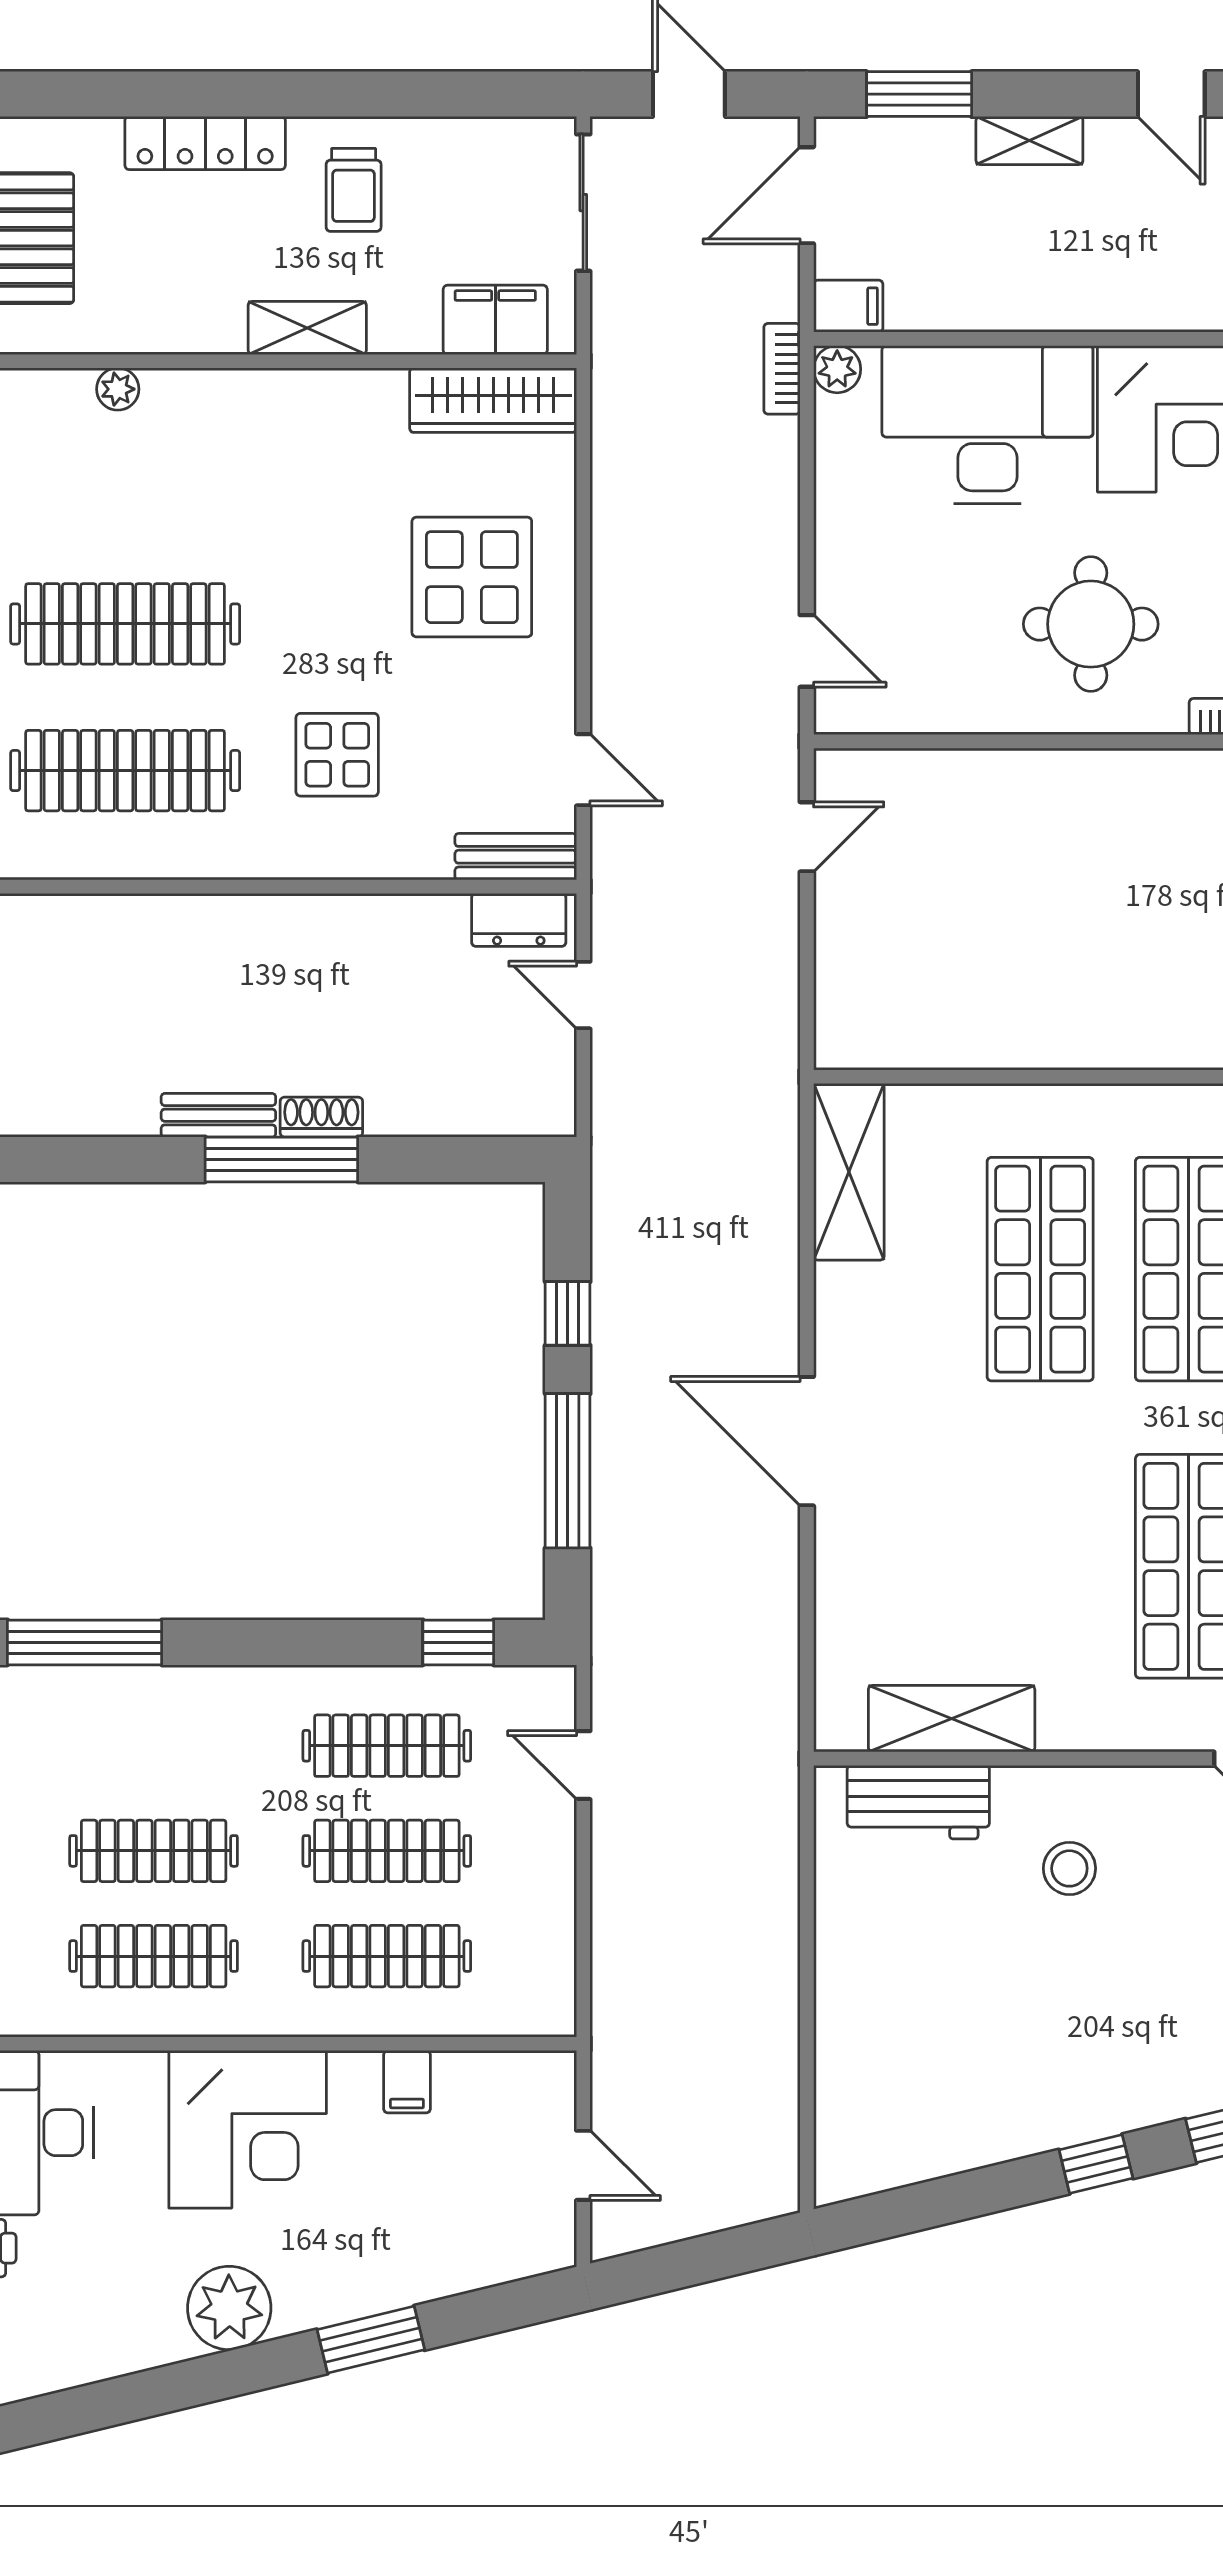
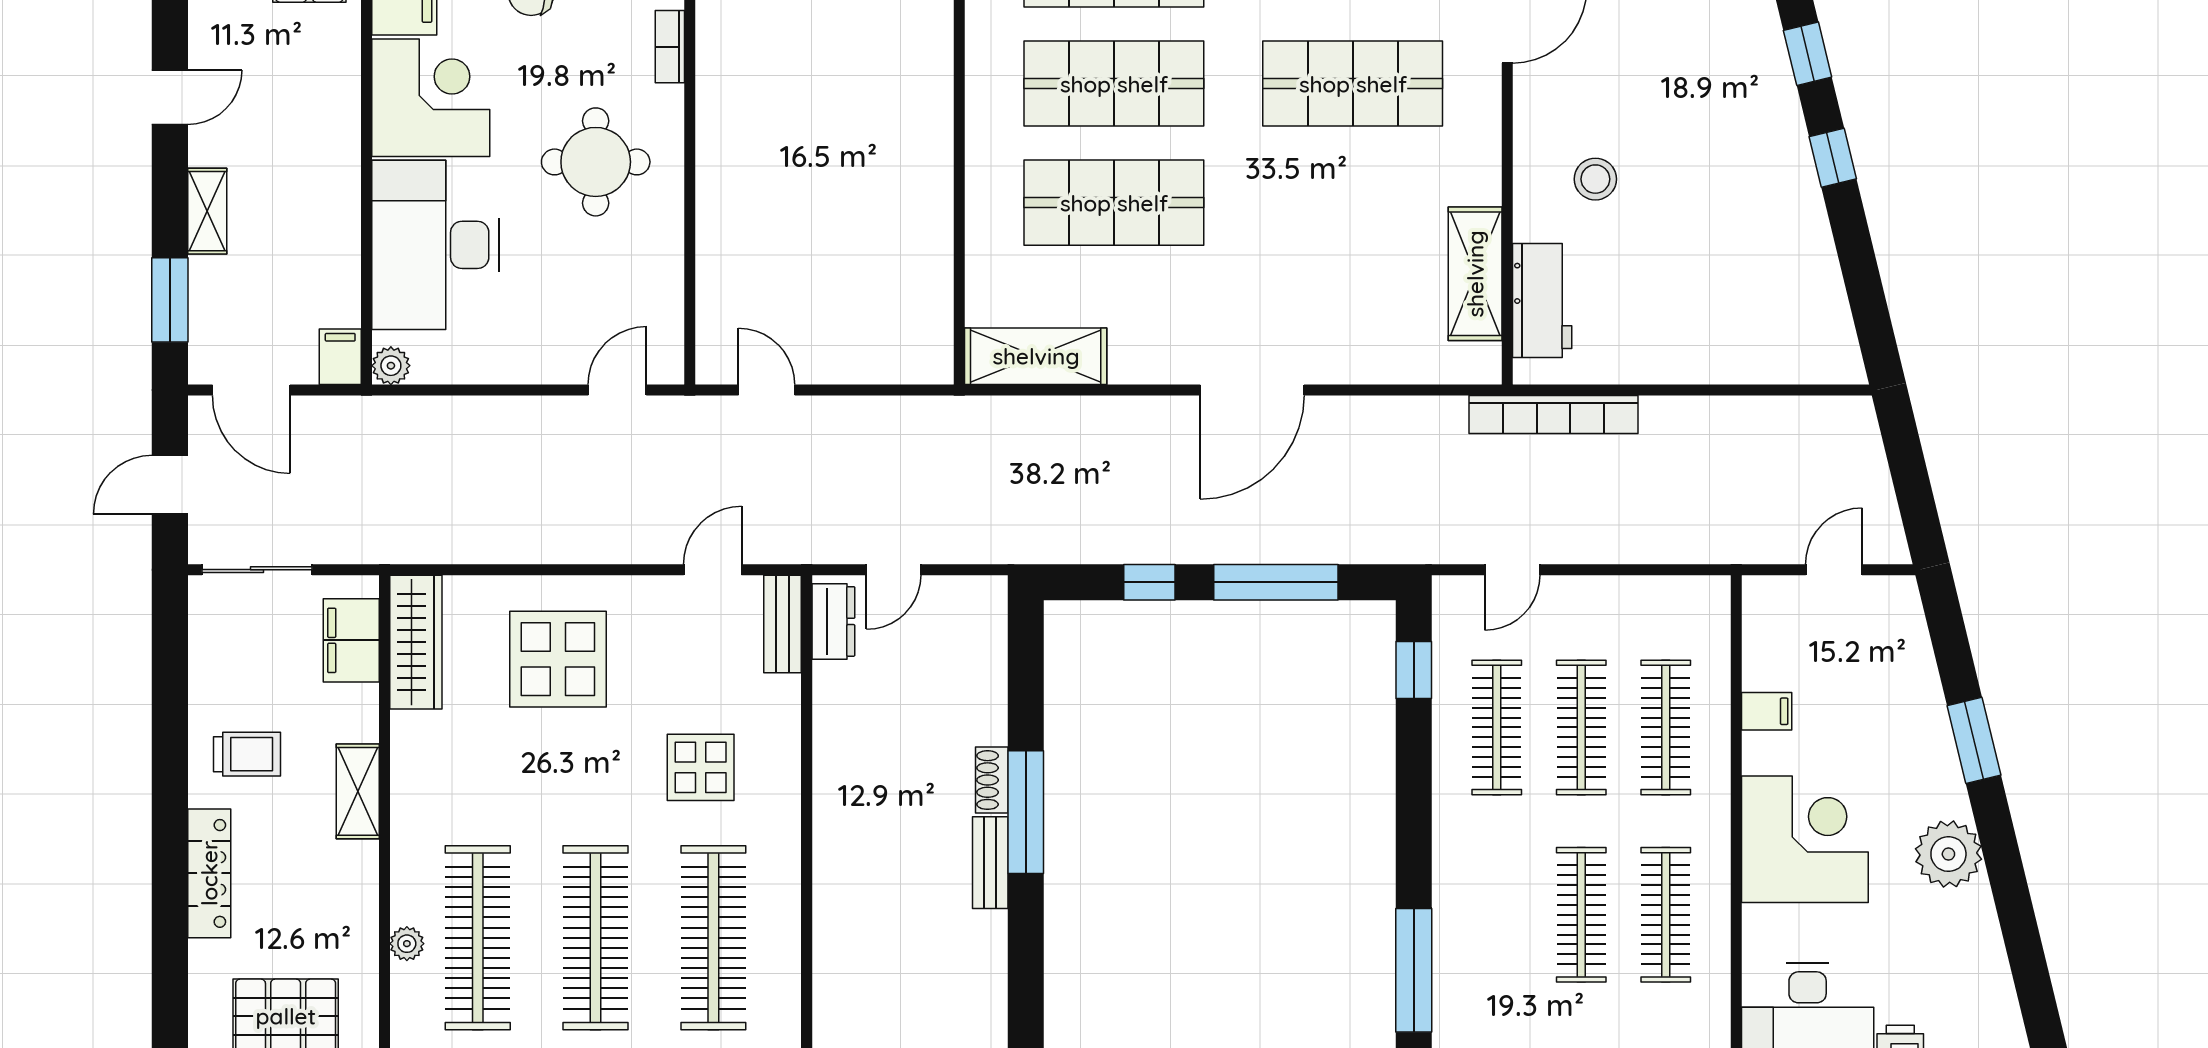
bookcase: (782, 369) -> (1554, 415), moved, width x2.31, depth x1.31
clothes rail: (125, 477) -> (478, 938), added

